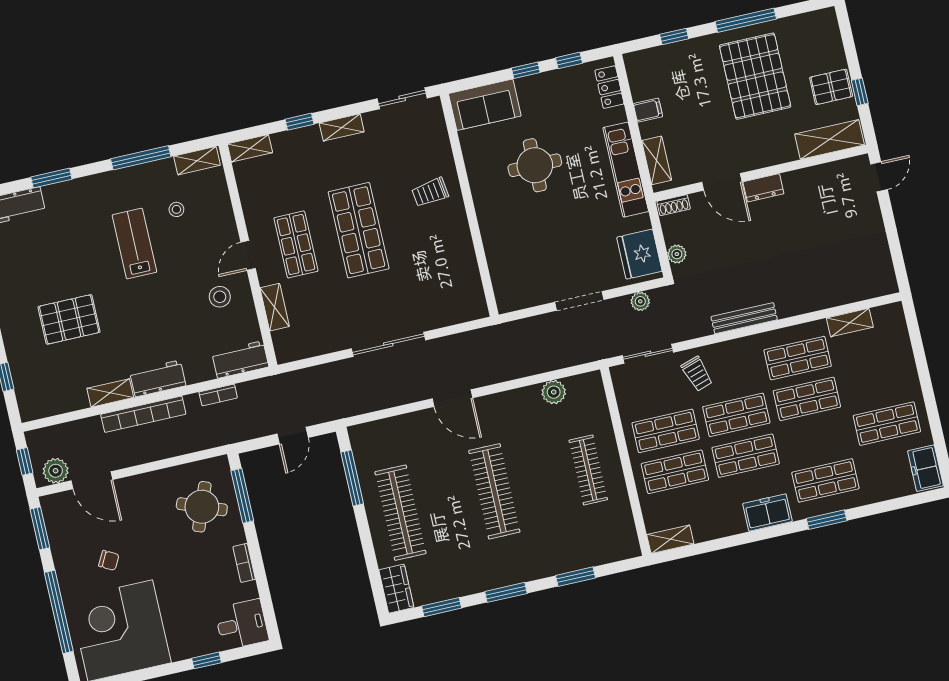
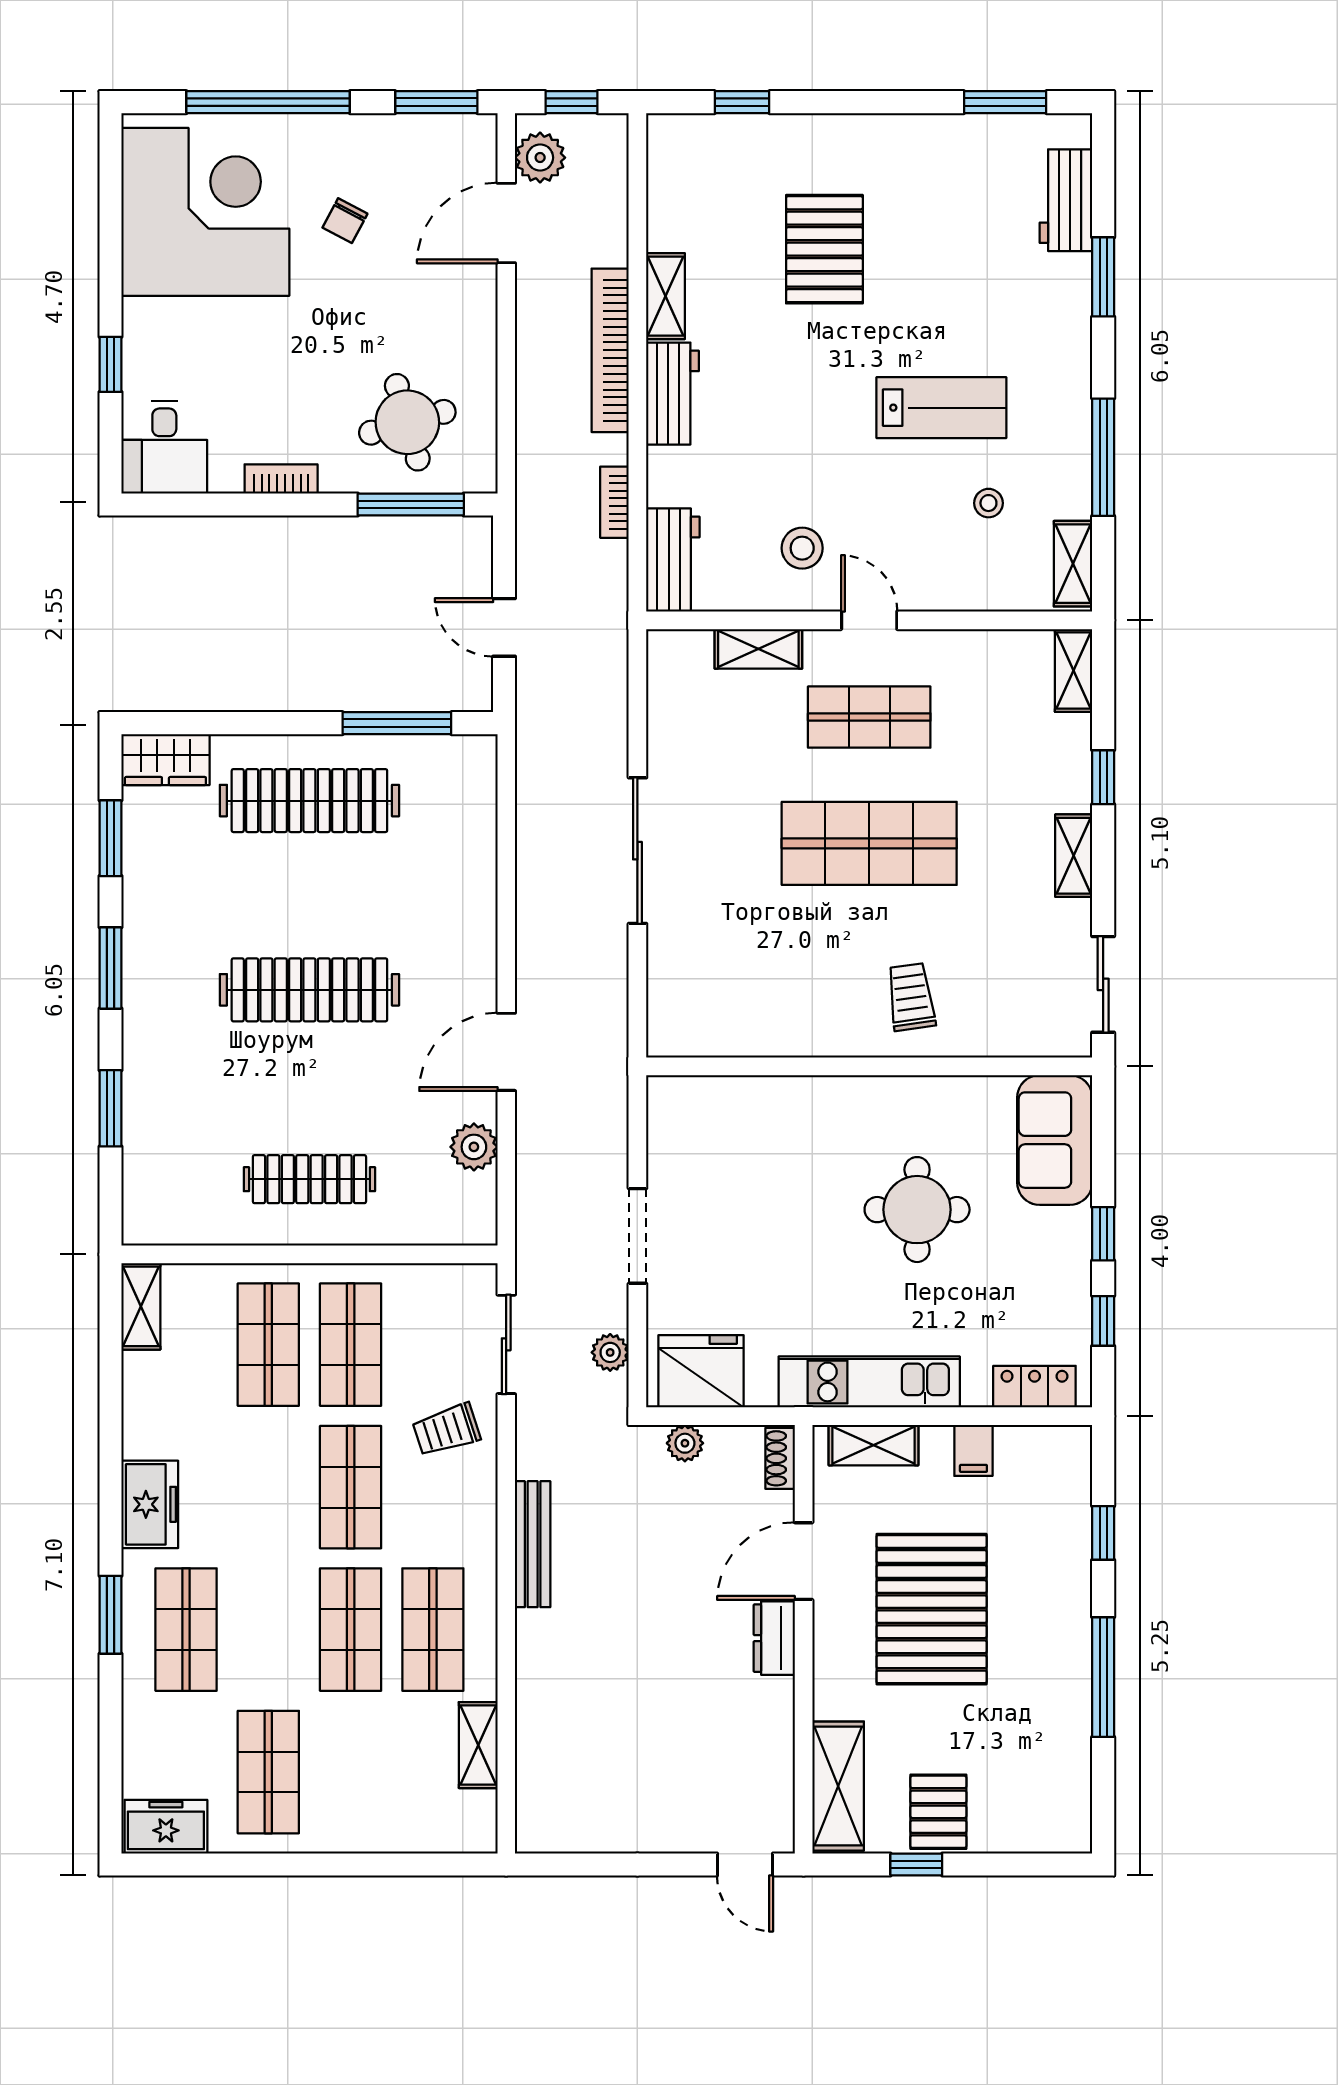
pallet: (755, 76) -> (932, 1609), moved, turned 90
door: (452, 398) -> (506, 1052), moved
shop shelf: (746, 456) -> (268, 1487), removed
round table: (202, 507) -> (407, 422), turned -37

